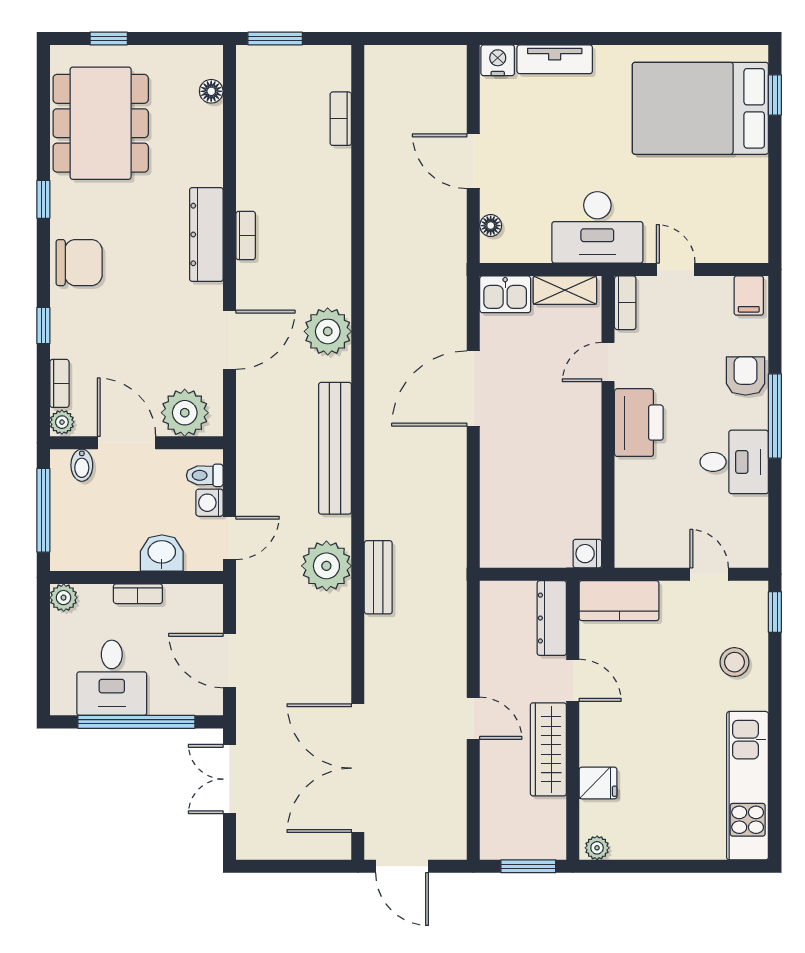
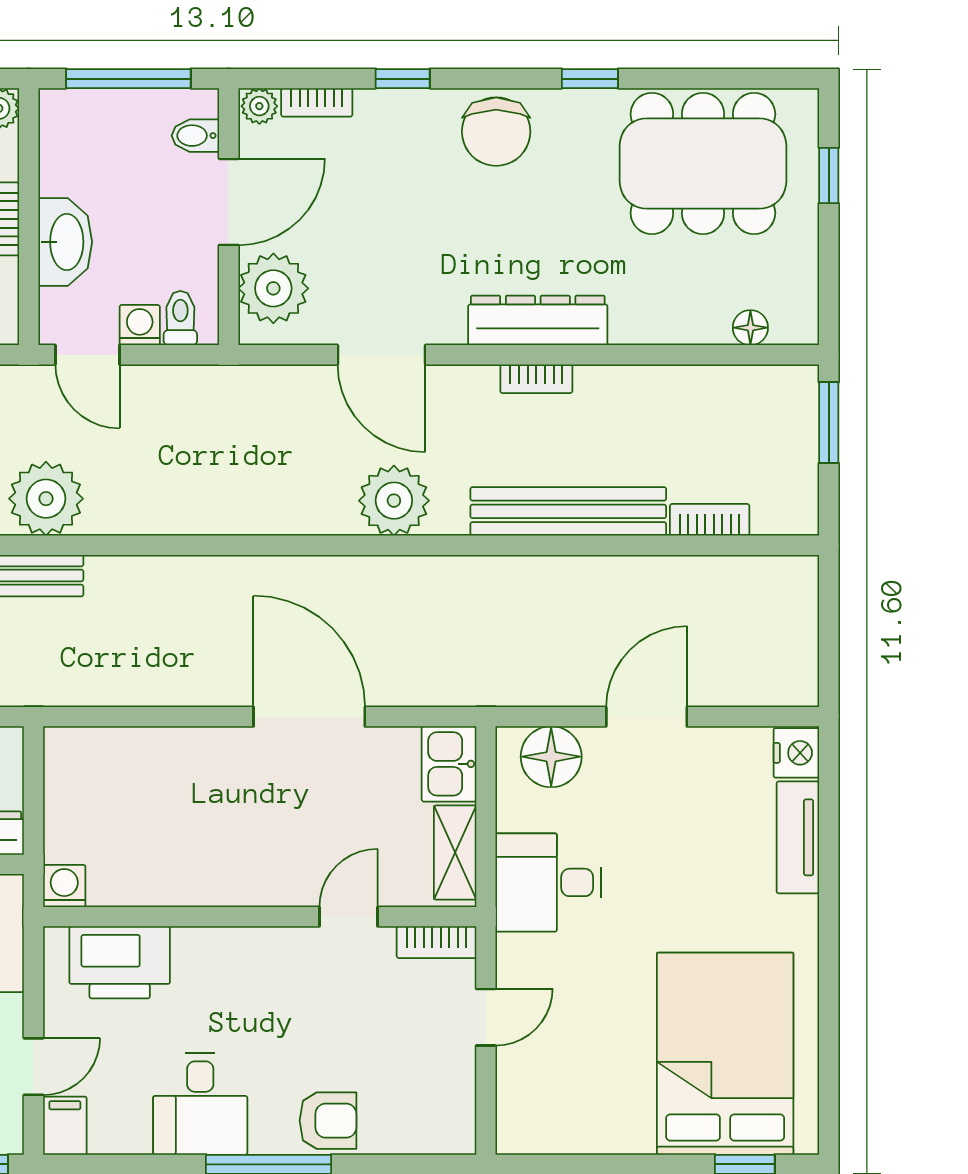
floor lamp: (491, 226) -> (551, 757), width x1.89, depth x1.89
desk: (597, 227) -> (548, 882), width x0.73
filing cabinet: (749, 296) -> (65, 1126), moved, turned 90
door: (608, 362) -> (349, 917), hinge flipped
printer: (639, 423) -> (120, 962), moved
bench: (335, 448) -> (568, 511), moved
washbasin: (162, 553) -> (65, 242), width x1.38

